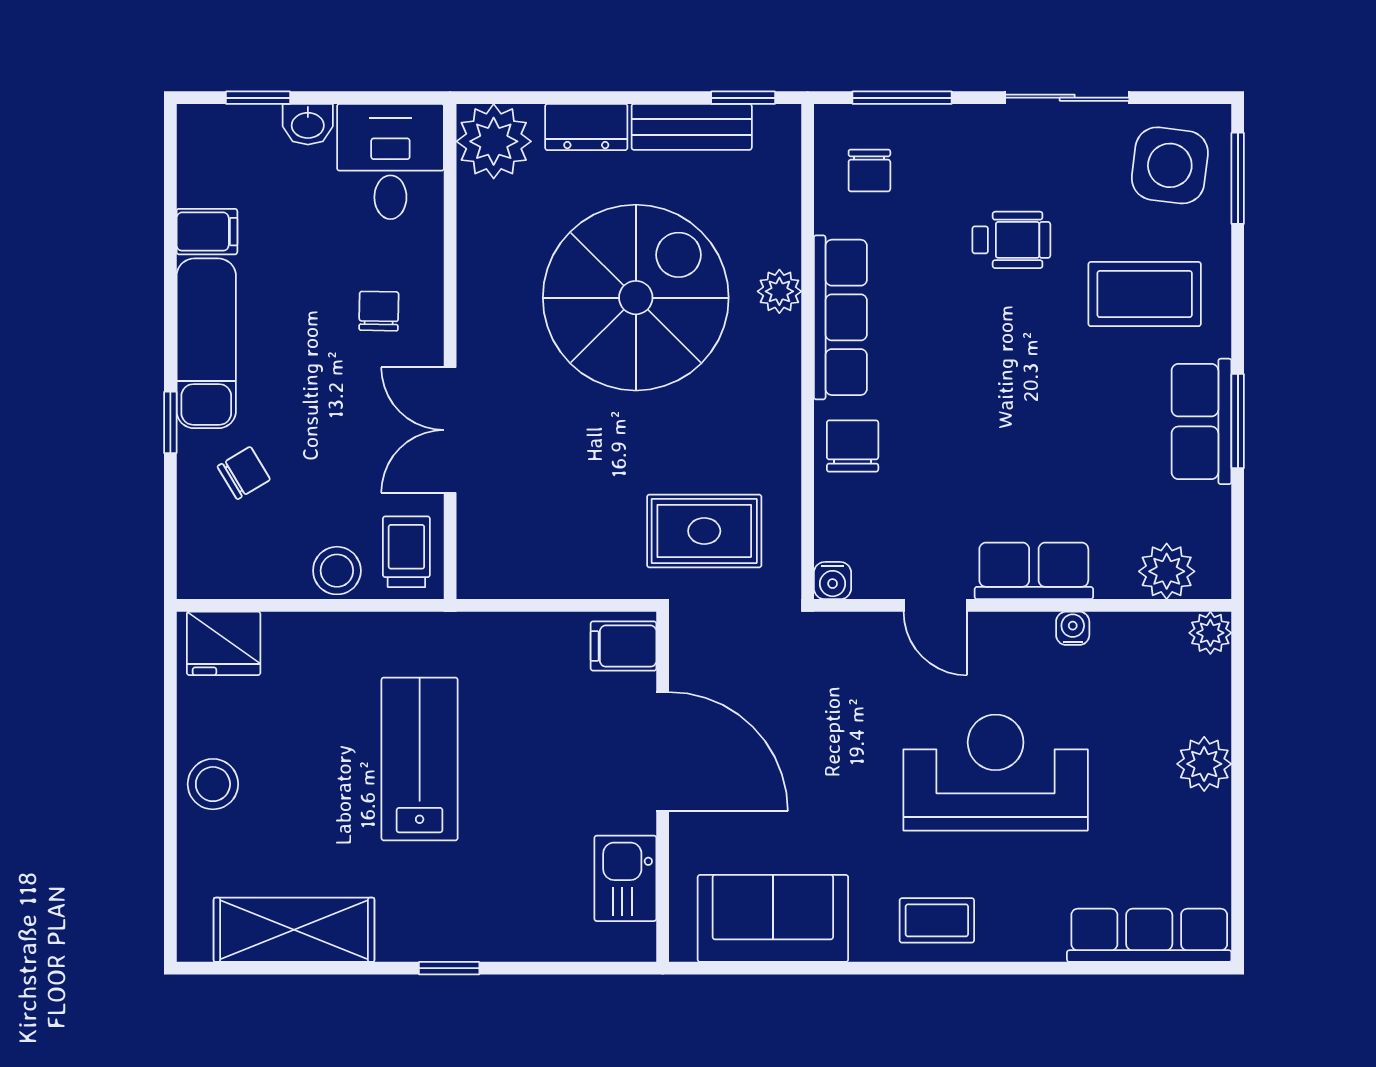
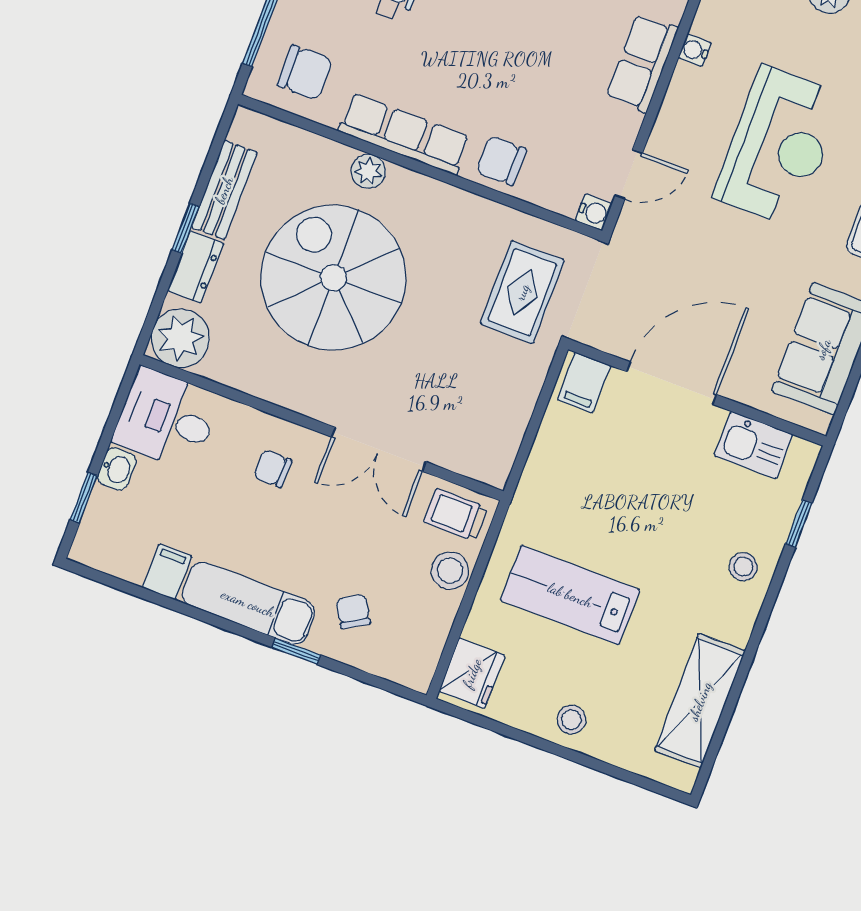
window: (743, 98) -> (186, 228), moved
chair: (869, 171) -> (305, 72), width x1.37, depth x1.37
door: (935, 605) -> (629, 174), moved
lab bench: (420, 759) -> (570, 595), moved
reception desk: (996, 773) -> (778, 146), turned 180
stool: (213, 784) -> (571, 720), width x0.73, depth x0.73
stool: (475, 921) -> (743, 567), added
window: (449, 968) -> (799, 523), moved

